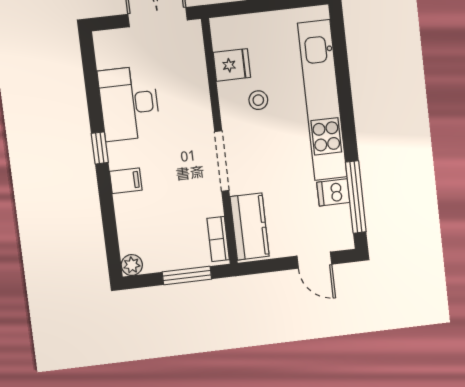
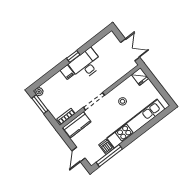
fridge: (232, 65) -> (140, 77), moved
desk: (129, 103) -> (86, 64), moved
window: (187, 275) -> (40, 104), moved

